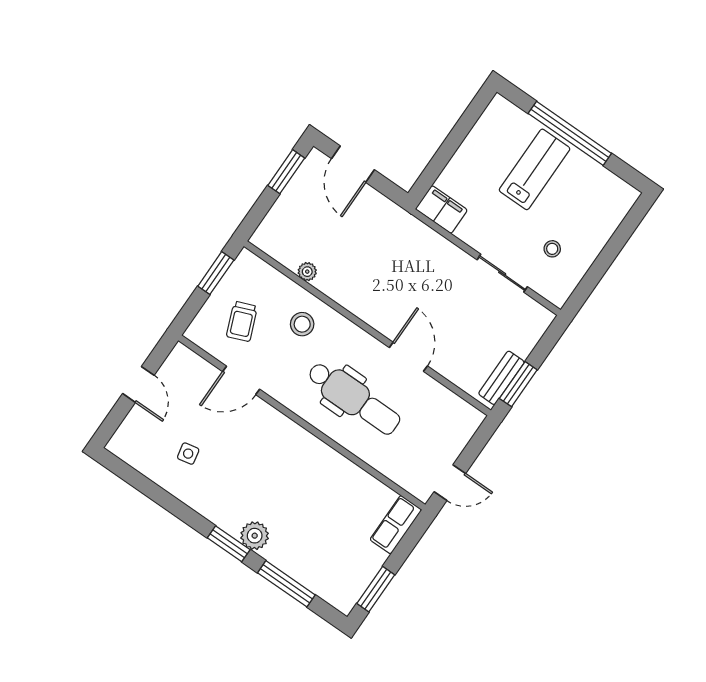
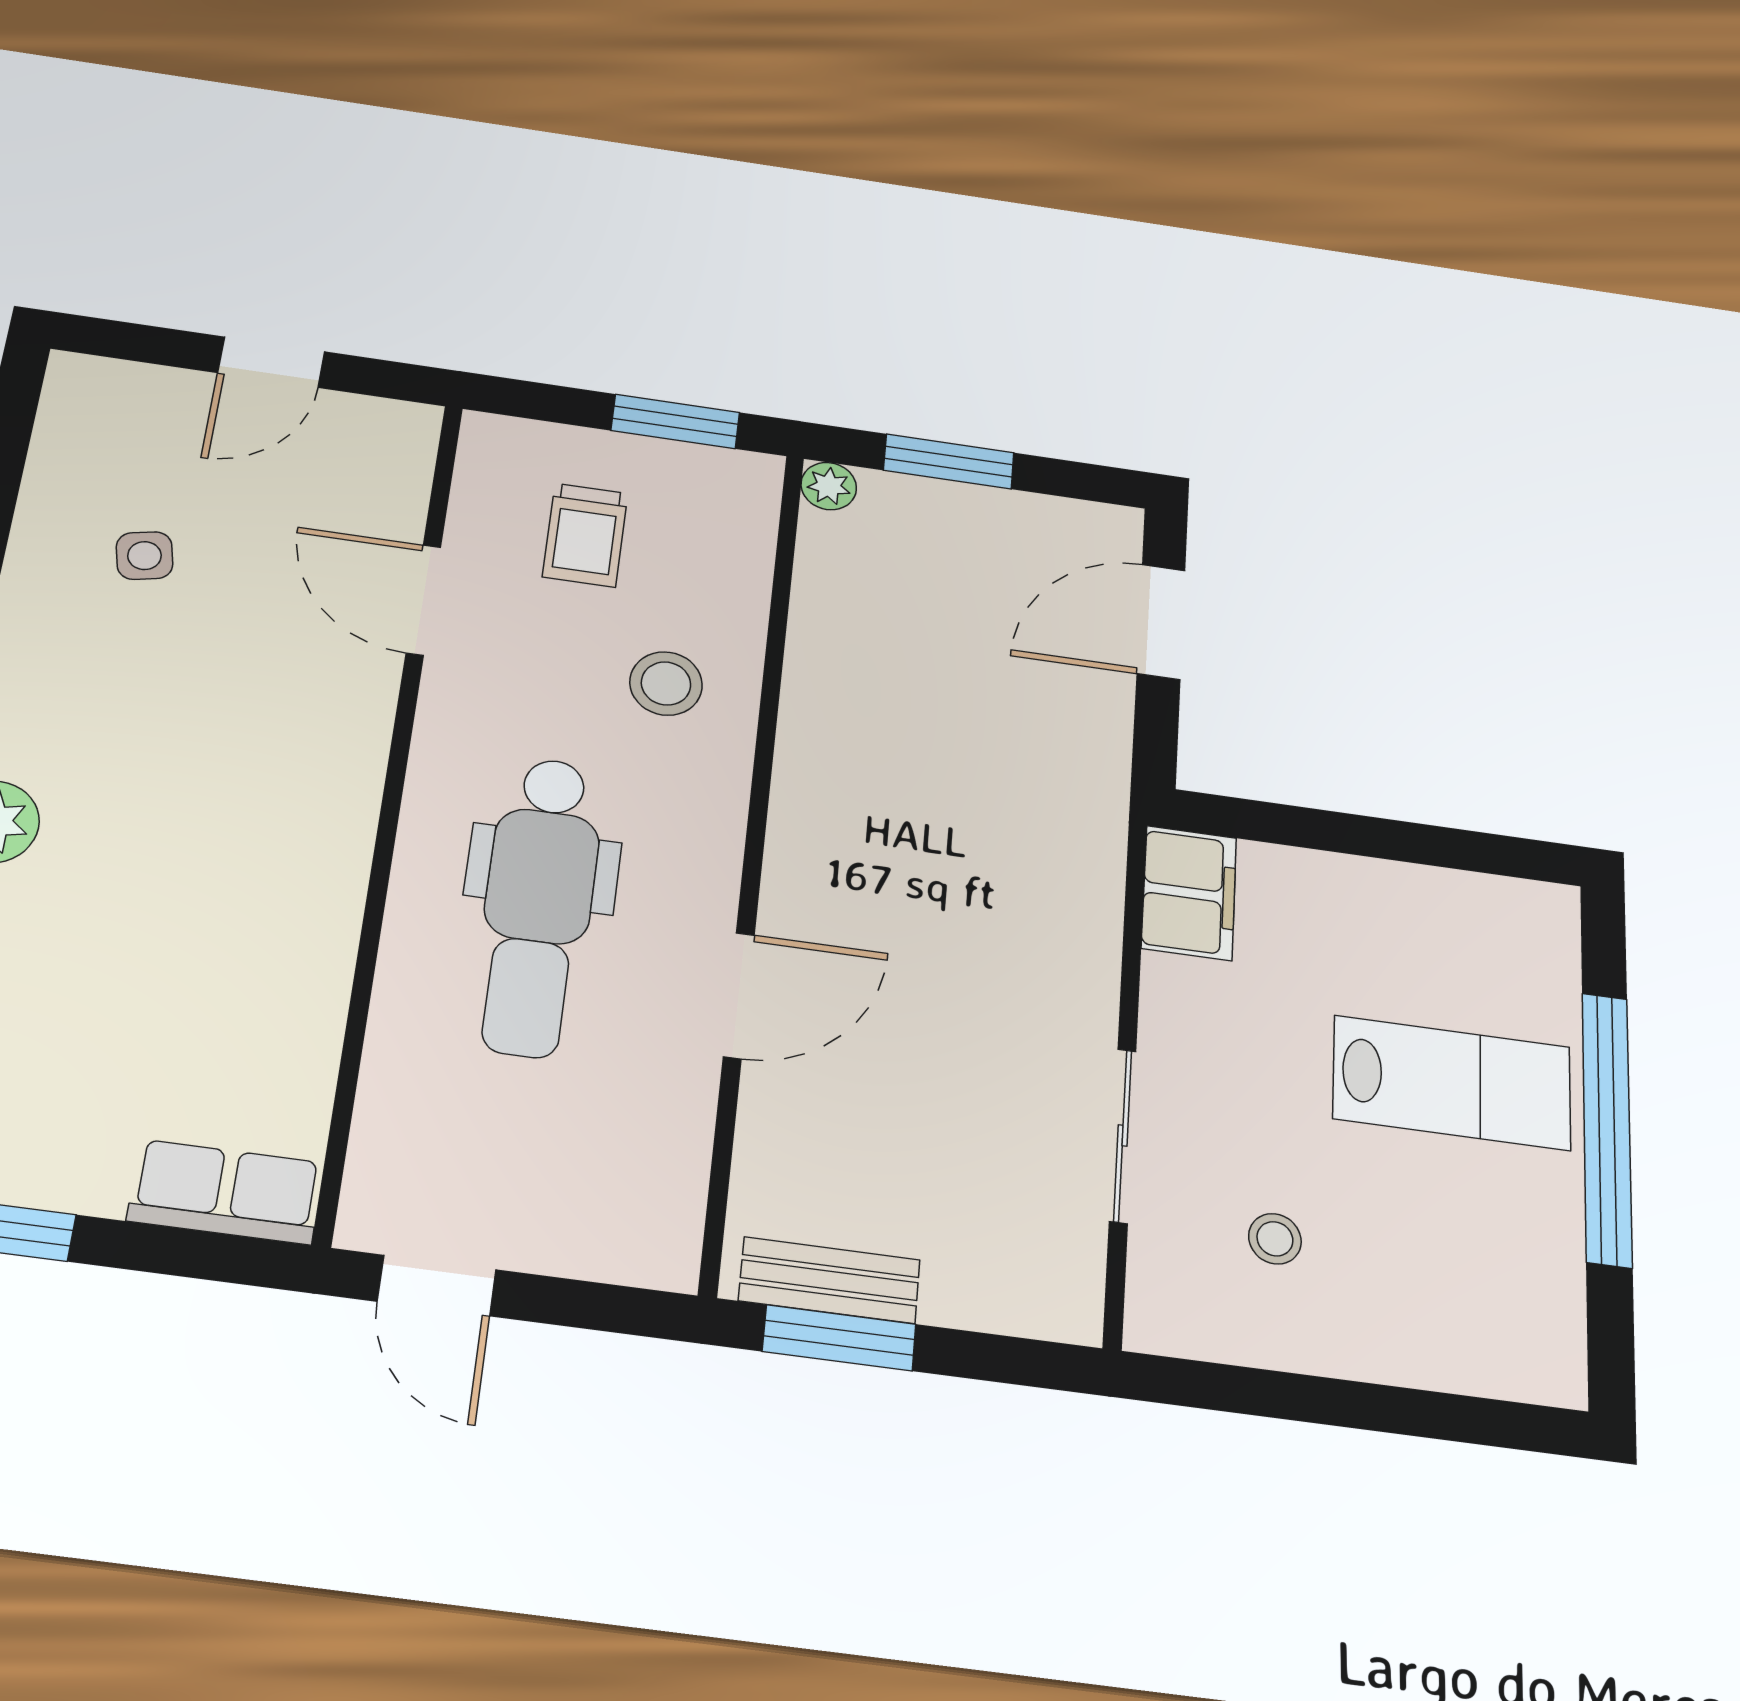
window: (286, 172) -> (949, 461), moved
plant: (307, 272) -> (829, 486), moved
trolley: (242, 321) -> (585, 535), turned -68

